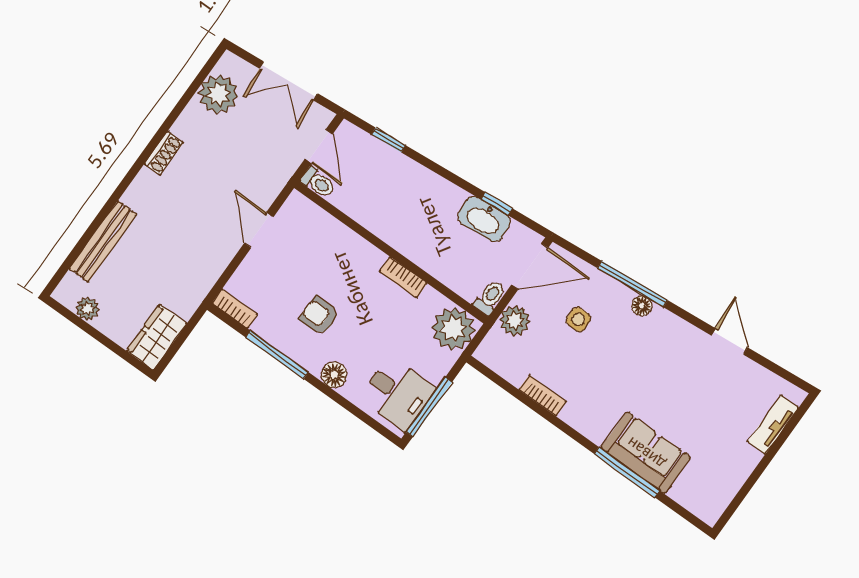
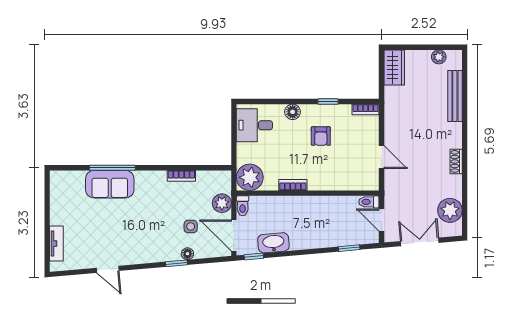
window: (497, 204) -> (254, 256), moved
door: (530, 266) -> (234, 236), hinge flipped
window: (633, 284) -> (176, 263), width x0.46
floor lamp: (642, 306) -> (187, 254), moved
armchair: (319, 316) -> (321, 136), turned 90
window: (277, 355) -> (328, 102), width x0.46
window: (429, 407) -> (234, 130), removed

